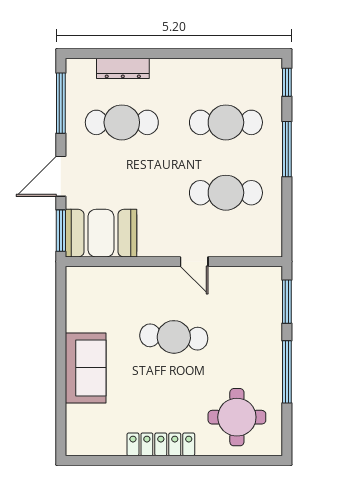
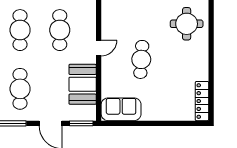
booth: (101, 233) -> (83, 84), moved
sofa: (86, 368) -> (121, 109), moved
locker: (161, 444) -> (202, 101), moved

